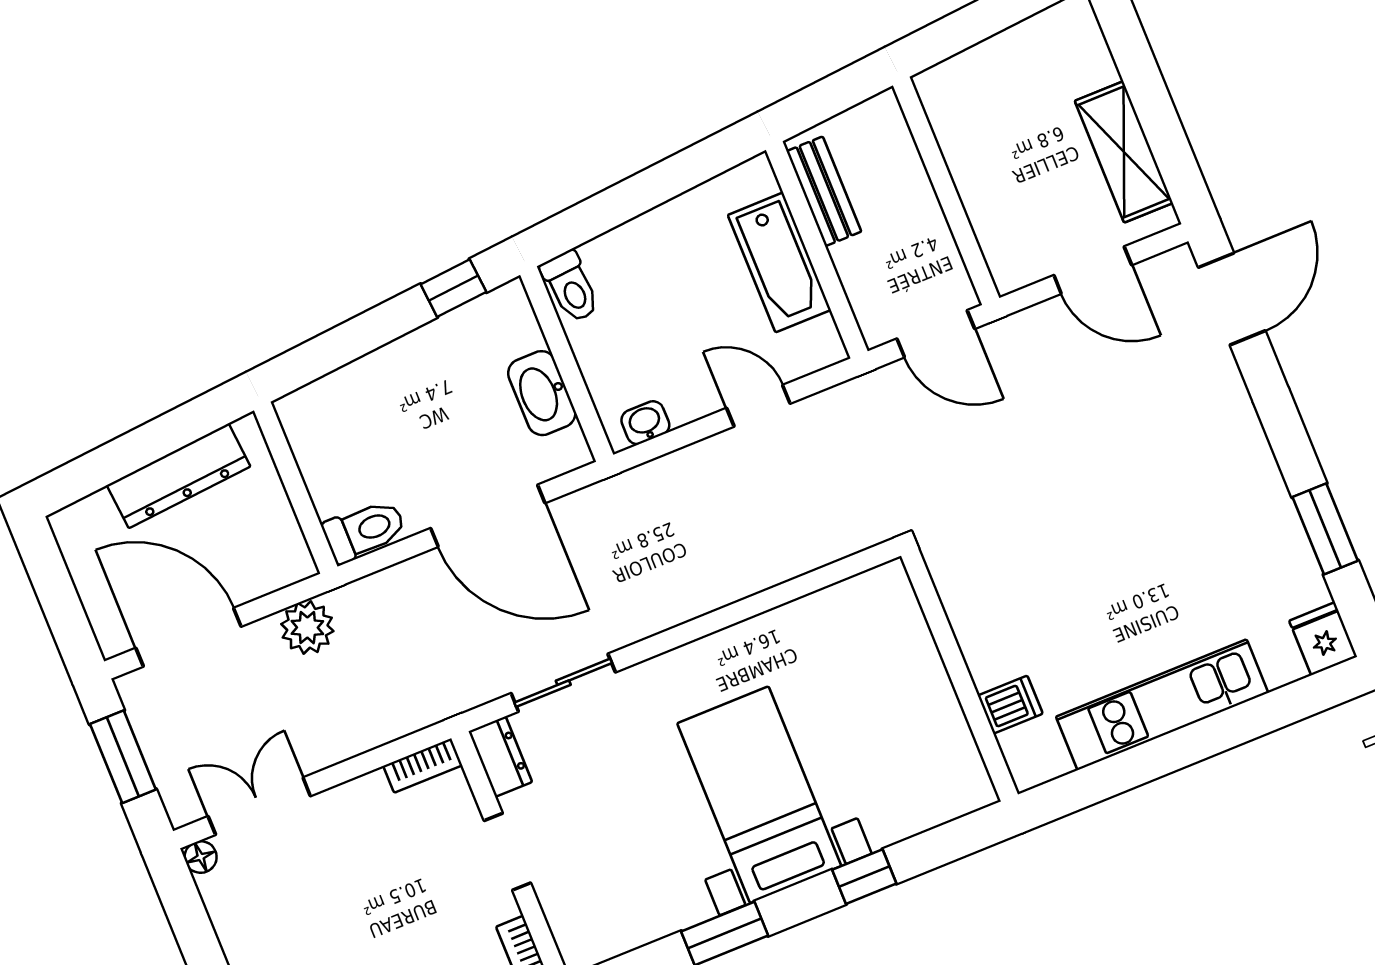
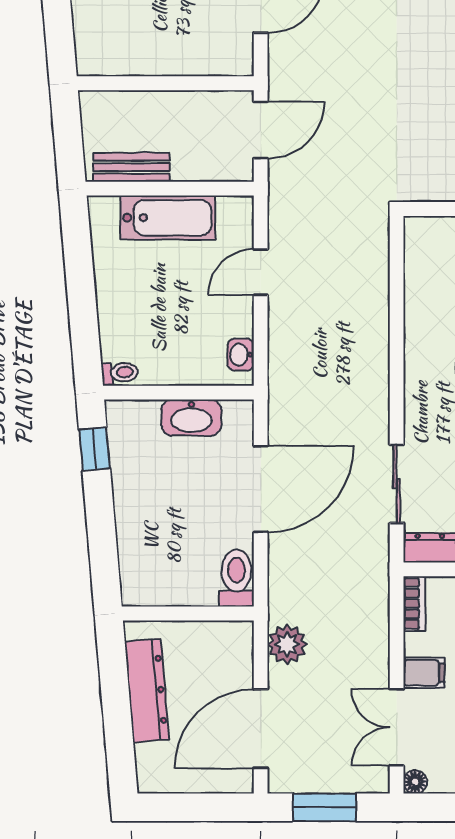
toilet: (571, 287) -> (120, 373), width x0.73, depth x0.72
filing cabinet: (341, 813) -> (424, 673), added

